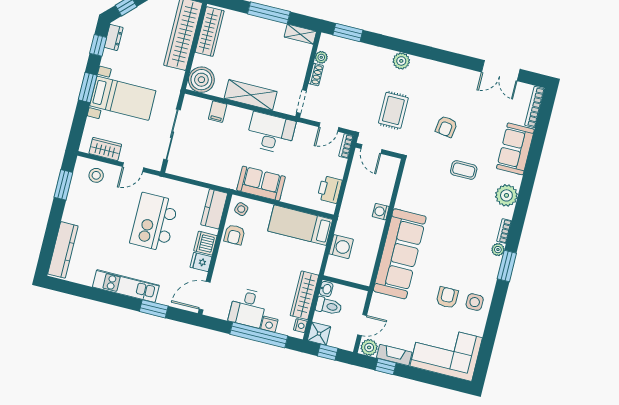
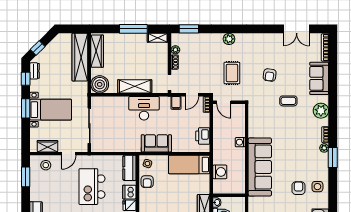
filing cabinet: (218, 112) -> (176, 103), moved
desk: (271, 133) -> (144, 108), moved

